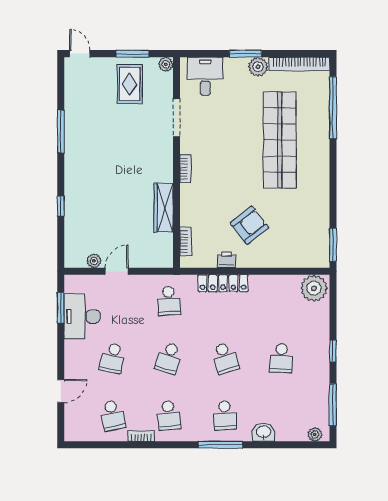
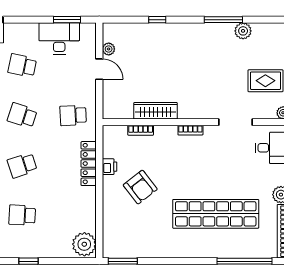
plant: (74, 109) -> (243, 31), added
bookcase: (186, 241) -> (141, 130), moved

